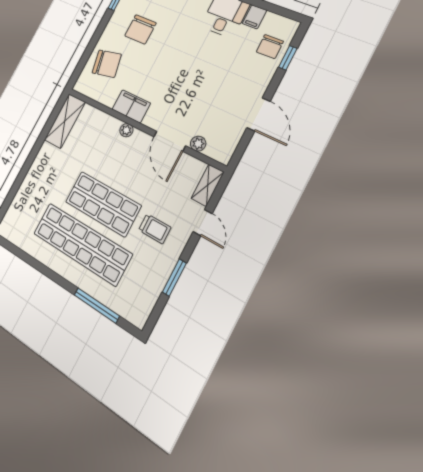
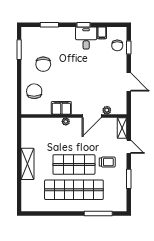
chair: (107, 64) -> (34, 91), turned -80
shelving: (65, 121) -> (28, 164), moved
door: (170, 141) -> (92, 116), hinge flipped

